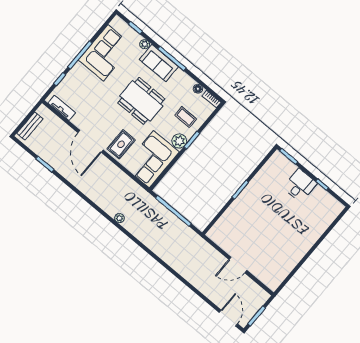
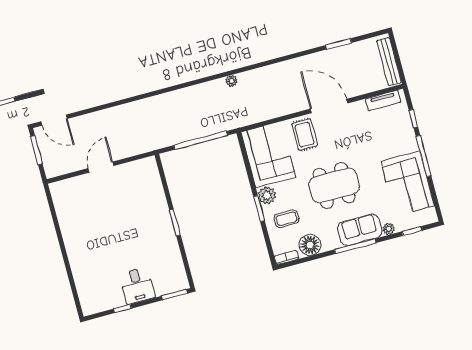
floor lamp: (198, 89) -> (310, 245), width x1.89, depth x1.89
bench: (30, 126) -> (389, 62), width x1.36

